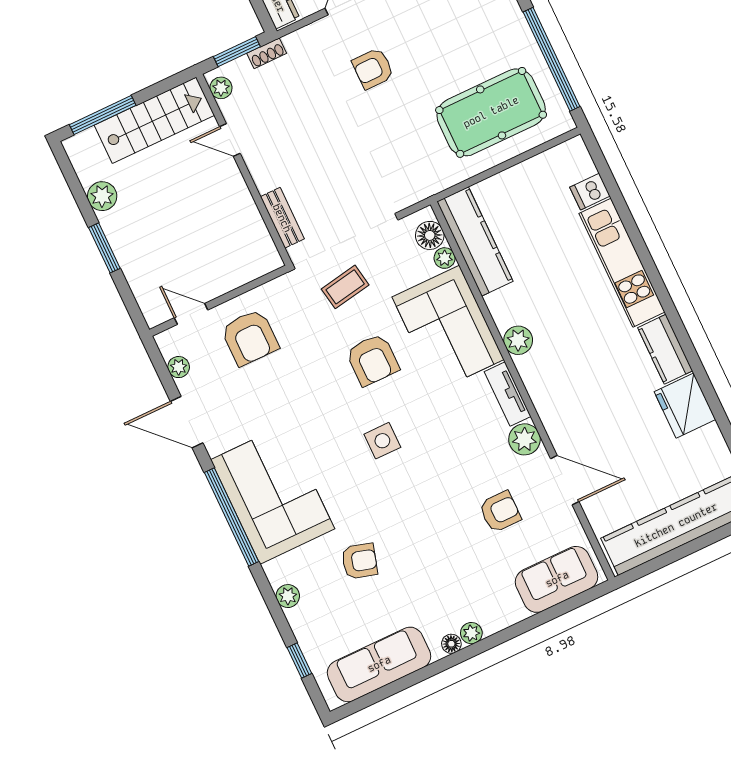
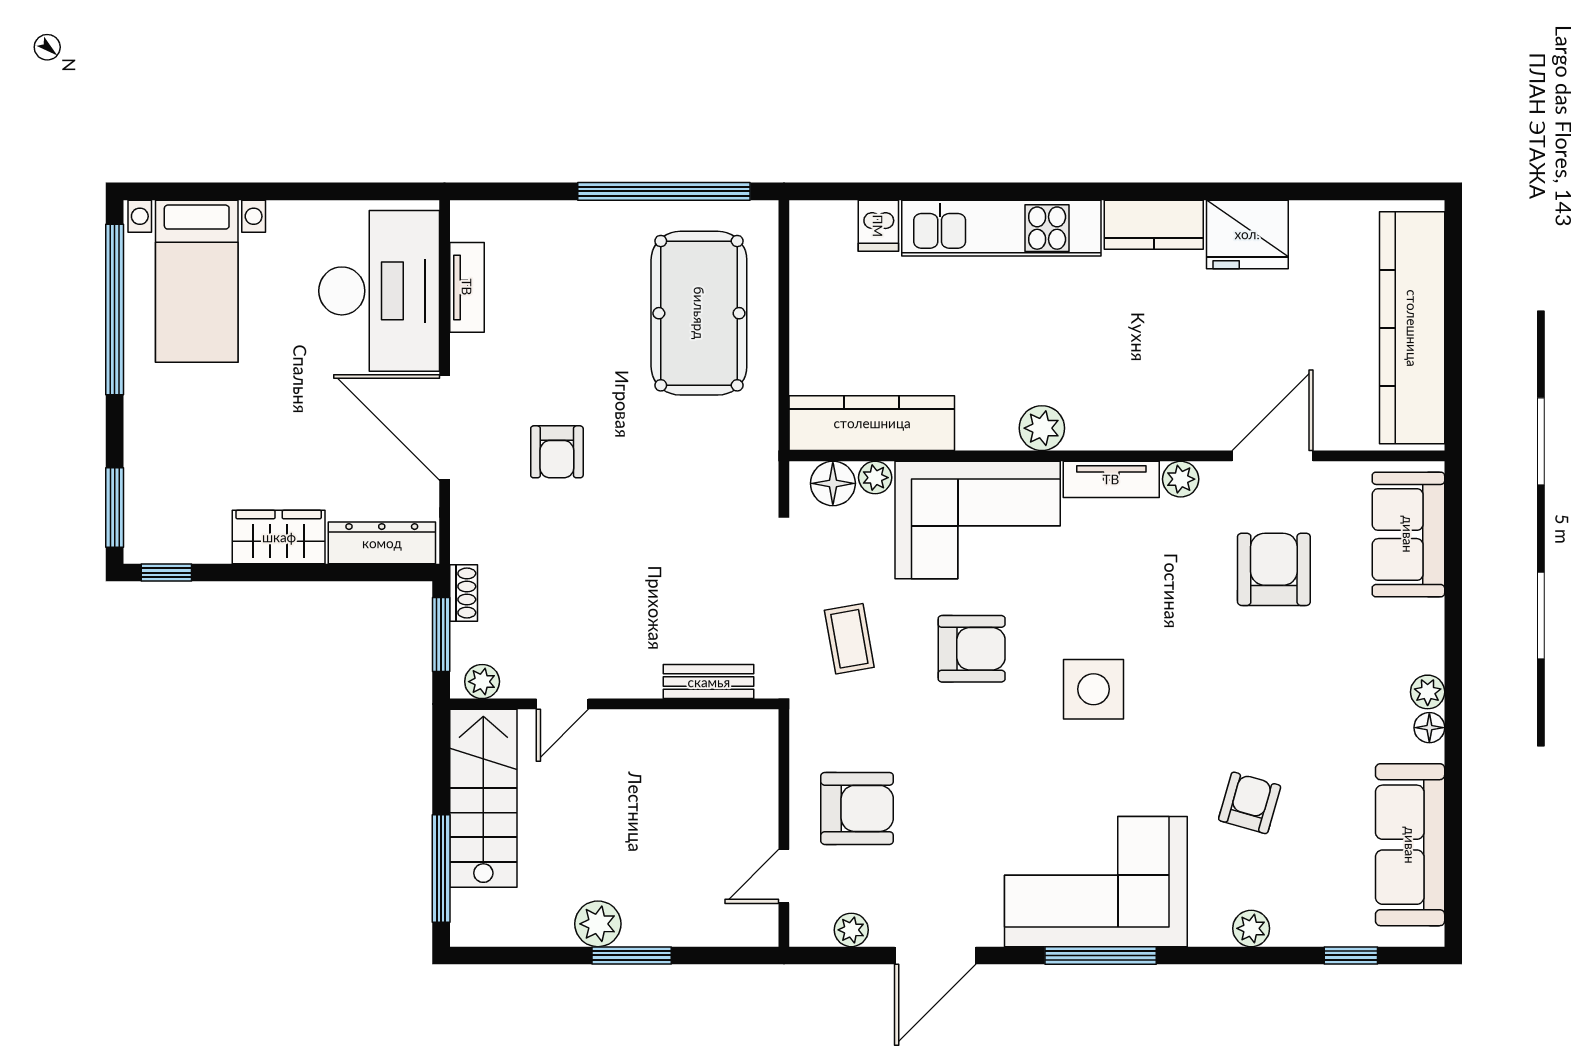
plant: (102, 196) -> (598, 924), moved
plant: (524, 439) -> (1181, 479), width x0.73, depth x0.73
side table: (382, 441) -> (1094, 689), width x1.37, depth x1.37
armchair: (500, 512) -> (1274, 569), width x1.38, depth x1.38
window: (232, 517) -> (1101, 955), width x0.68

